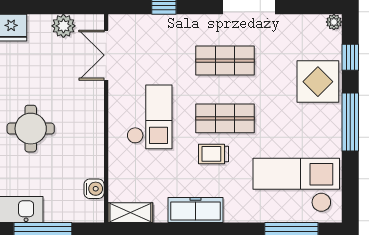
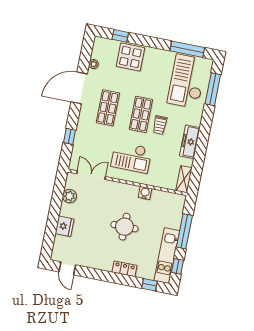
plant: (334, 22) -> (94, 64), moved
double door: (106, 55) -> (91, 175), swing flipped
checkout: (150, 117) -> (131, 157), turned 180
window: (350, 122) -> (187, 49), moved
water cooler: (94, 189) -> (145, 193), moved

